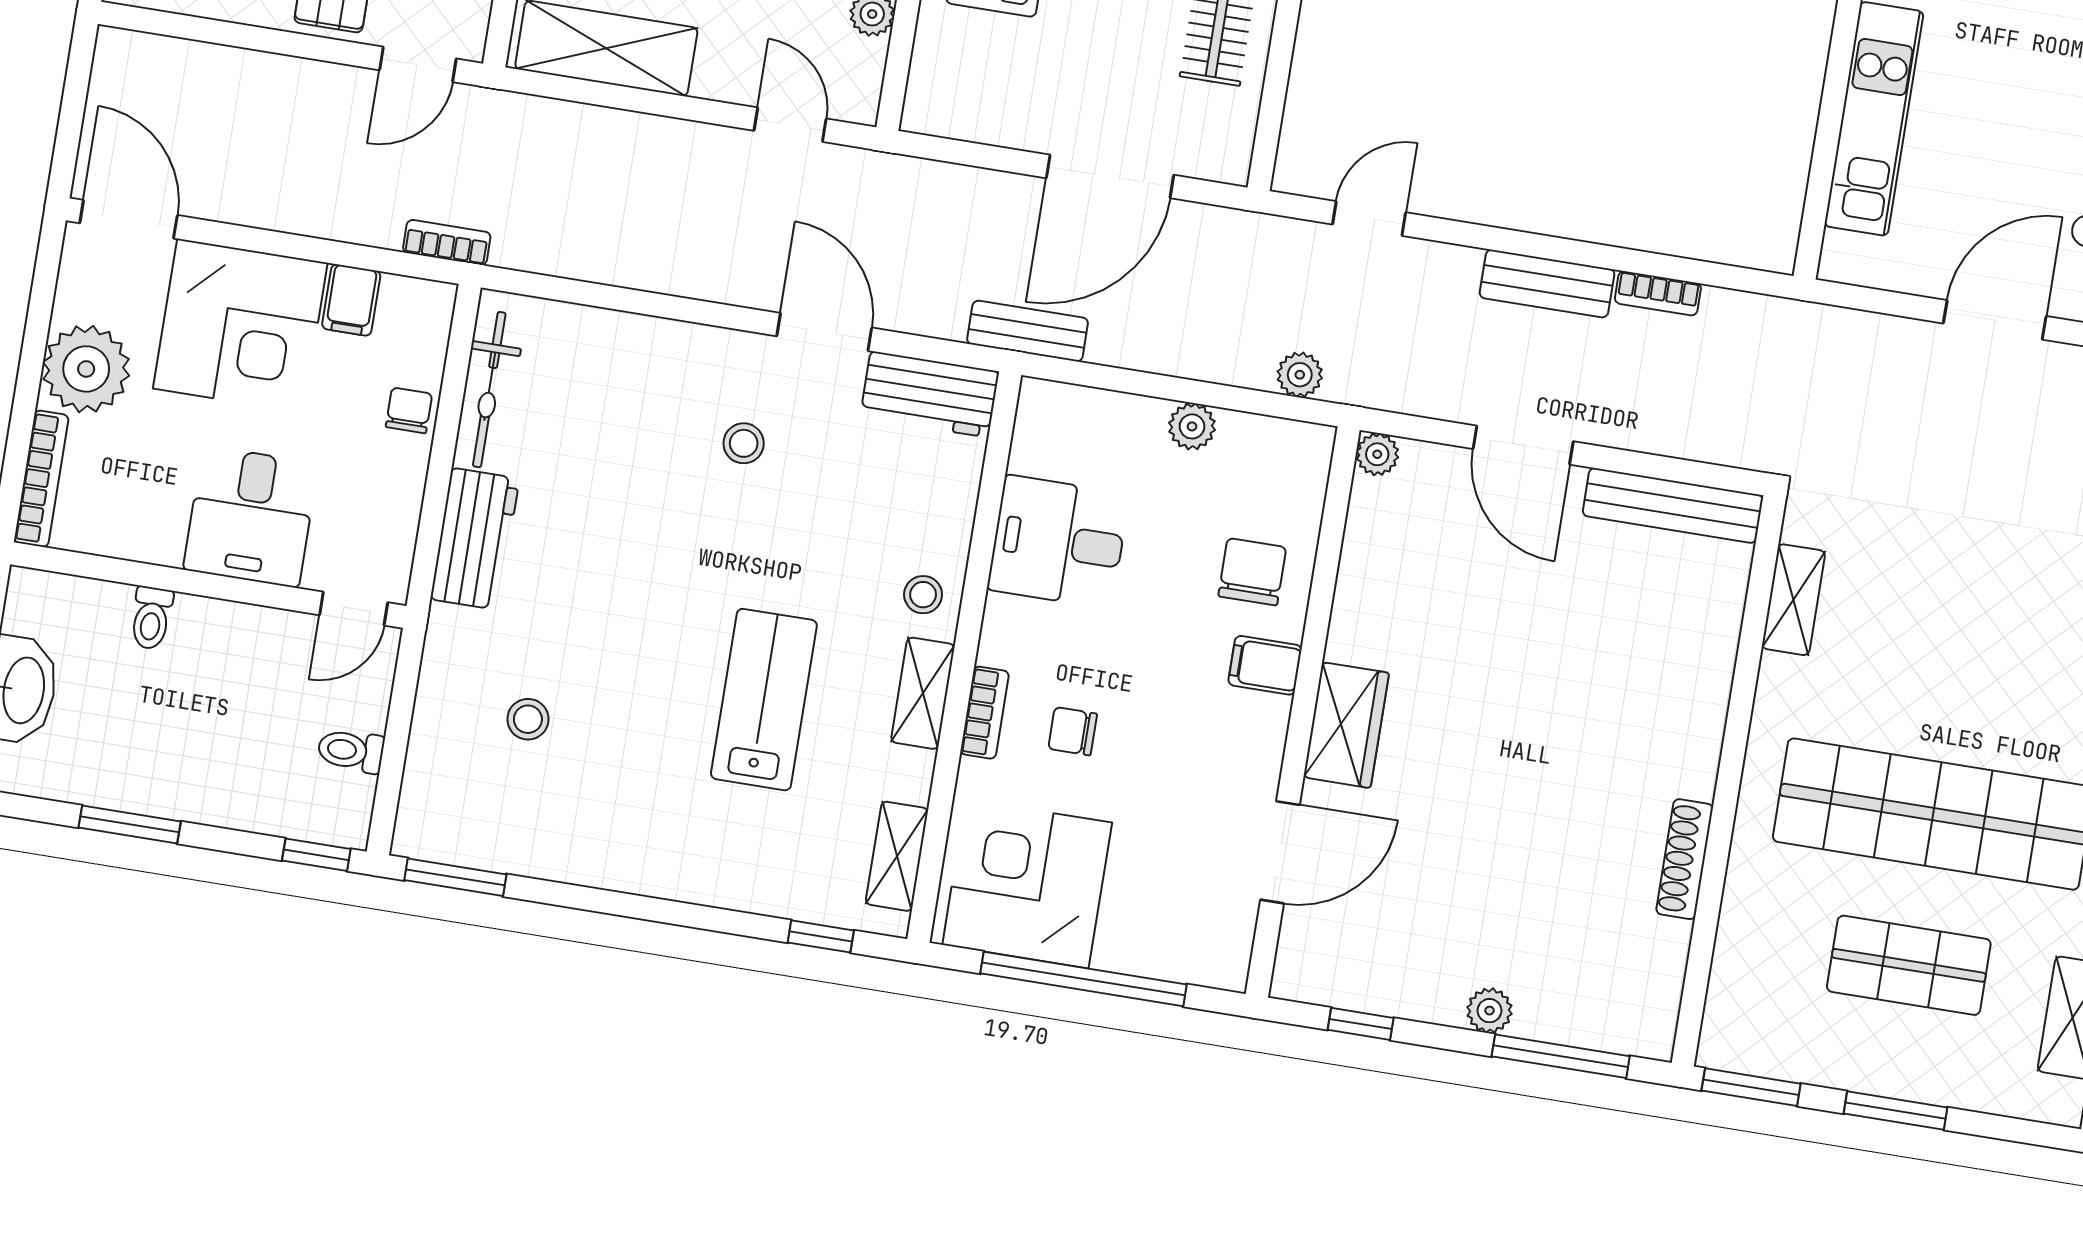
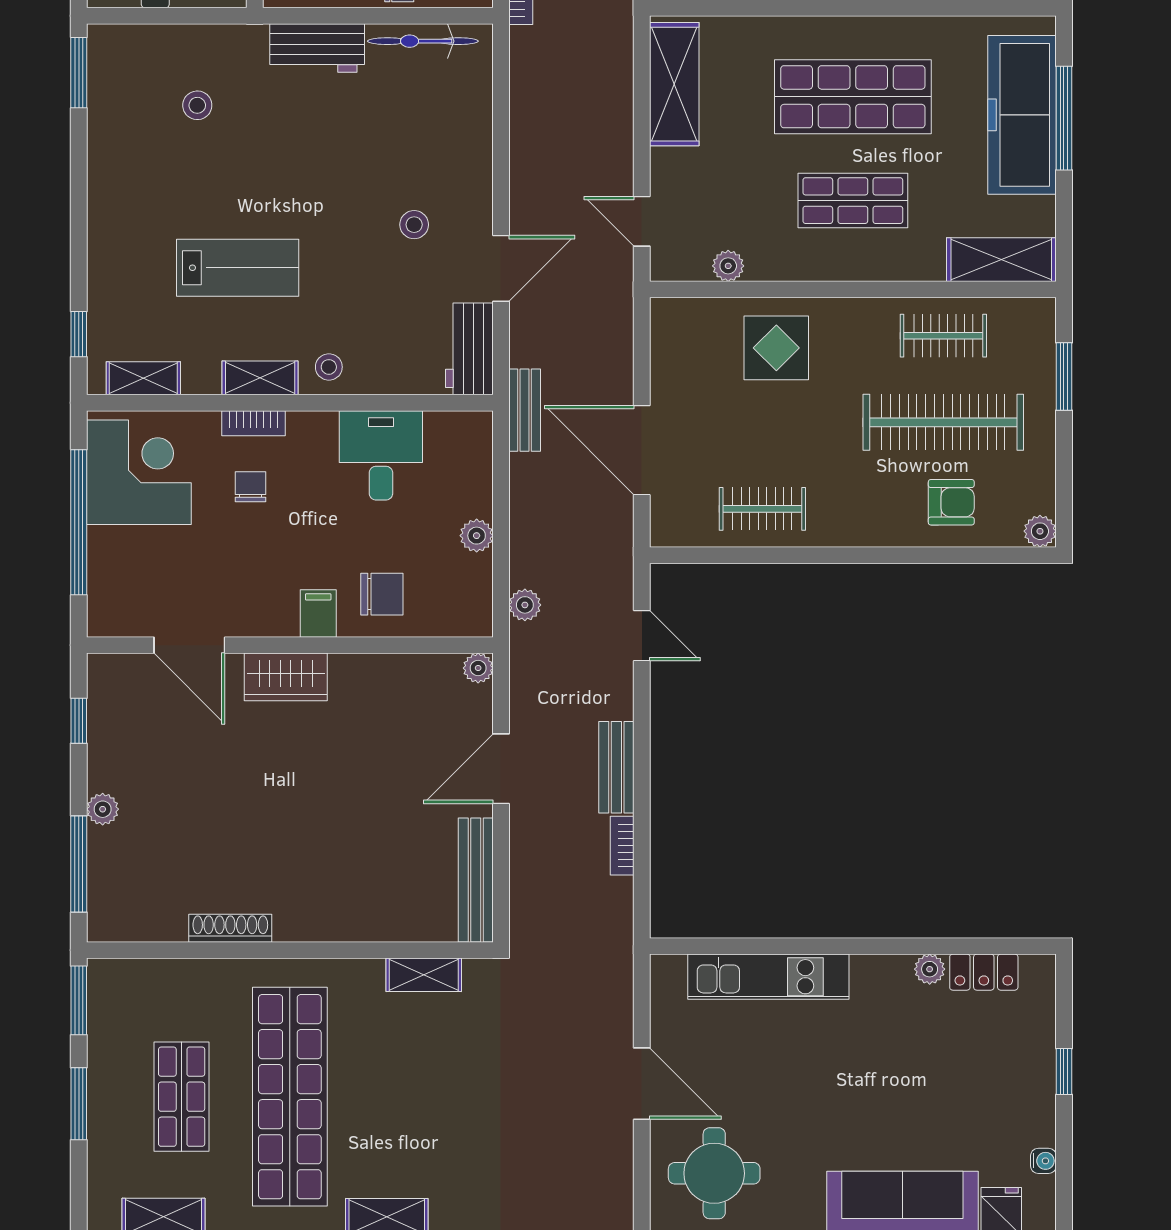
door: (790, 125) -> (642, 221), swing flipped

